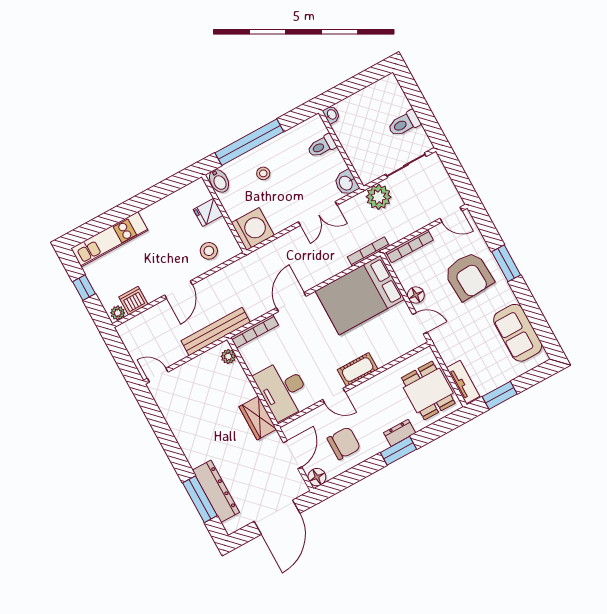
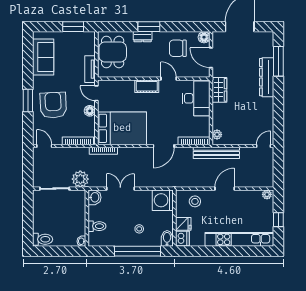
toilet: (404, 124) -> (43, 239), moved
kitchen unit: (109, 239) -> (239, 239), width x1.36
dishwasher: (133, 301) -> (182, 238), moved, turned -90
door: (158, 375) -> (263, 146), swing flipped
tv unit: (463, 382) -> (90, 69), moved
door: (293, 455) -> (211, 58), hinge flipped
dresser: (216, 491) -> (267, 77), moved

